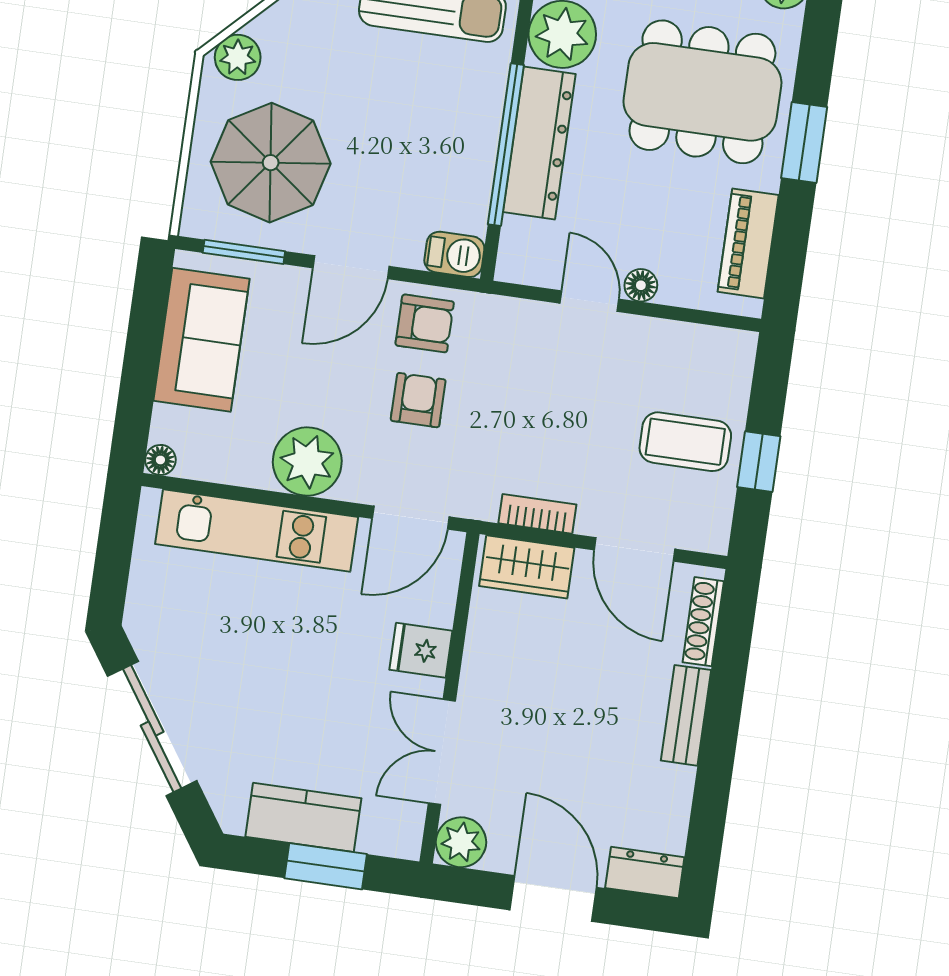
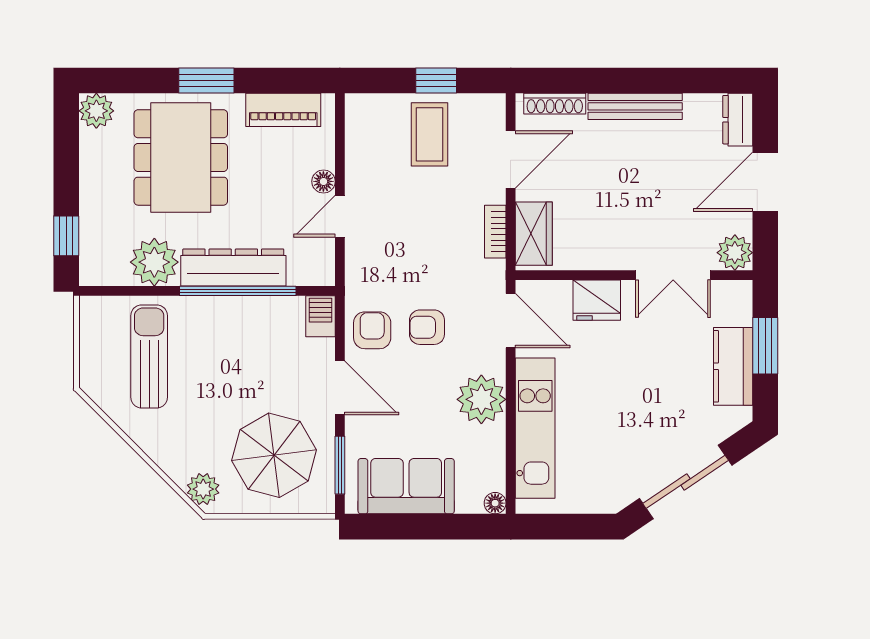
fridge: (421, 650) -> (597, 300), width x1.38
bench: (686, 715) -> (635, 106), width x1.36

